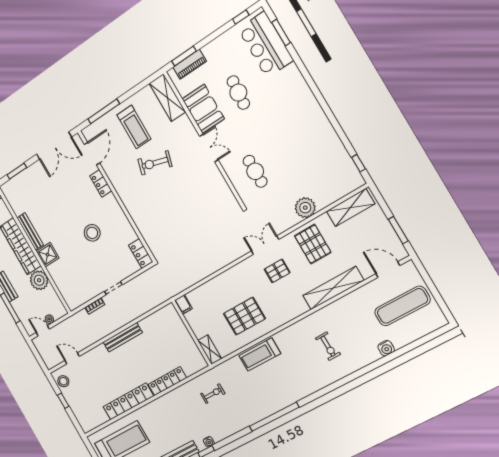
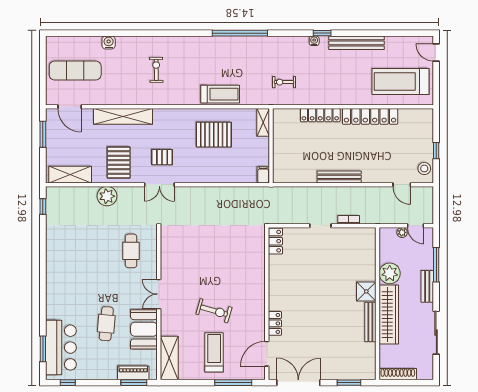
stool: (92, 233) -> (310, 286), removed

